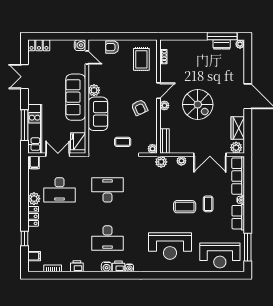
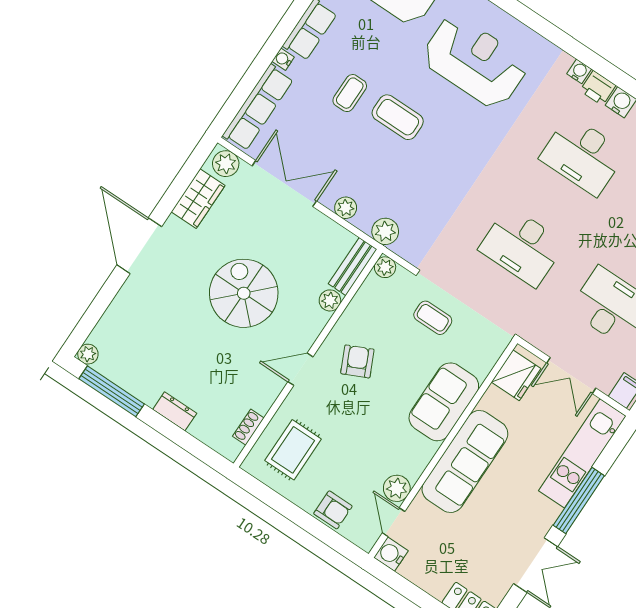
dresser: (222, 44) -> (175, 411), moved
plant: (94, 90) -> (397, 488), moved
plant: (164, 105) -> (330, 300), moved
window: (24, 125) -> (579, 500), moved
desk: (107, 238) -> (583, 155), turned 180

